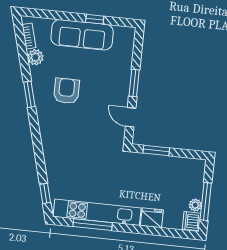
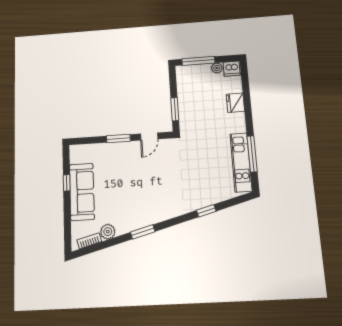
armchair: (66, 91) -> (134, 198), removed
window: (45, 193) -> (206, 211), moved
window: (206, 202) -> (198, 61), moved
kitchen unit: (97, 212) -> (241, 162), width x0.73

